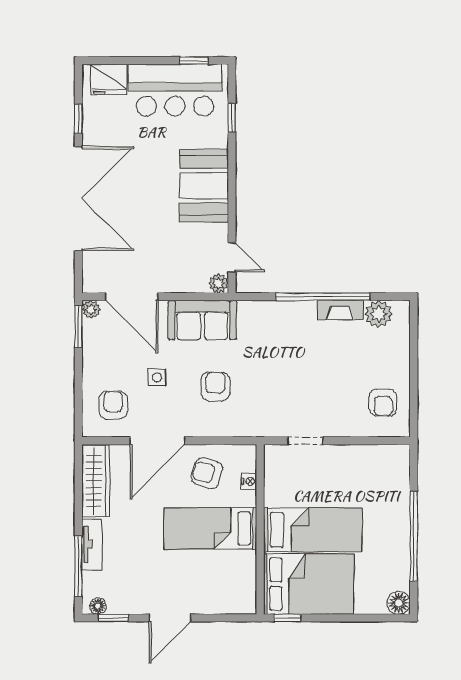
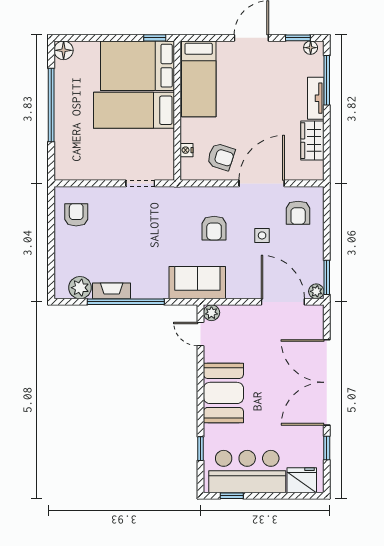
sofa: (202, 320) -> (197, 283), moved
wardrobe: (96, 481) -> (312, 141), width x0.67
bed: (210, 528) -> (199, 79), moved, turned 90

